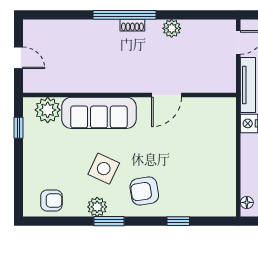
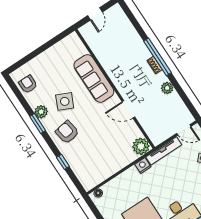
plant: (48, 110) -> (141, 146), moved
window: (19, 128) -> (56, 39), removed
armchair: (51, 200) -> (28, 84), turned 180

